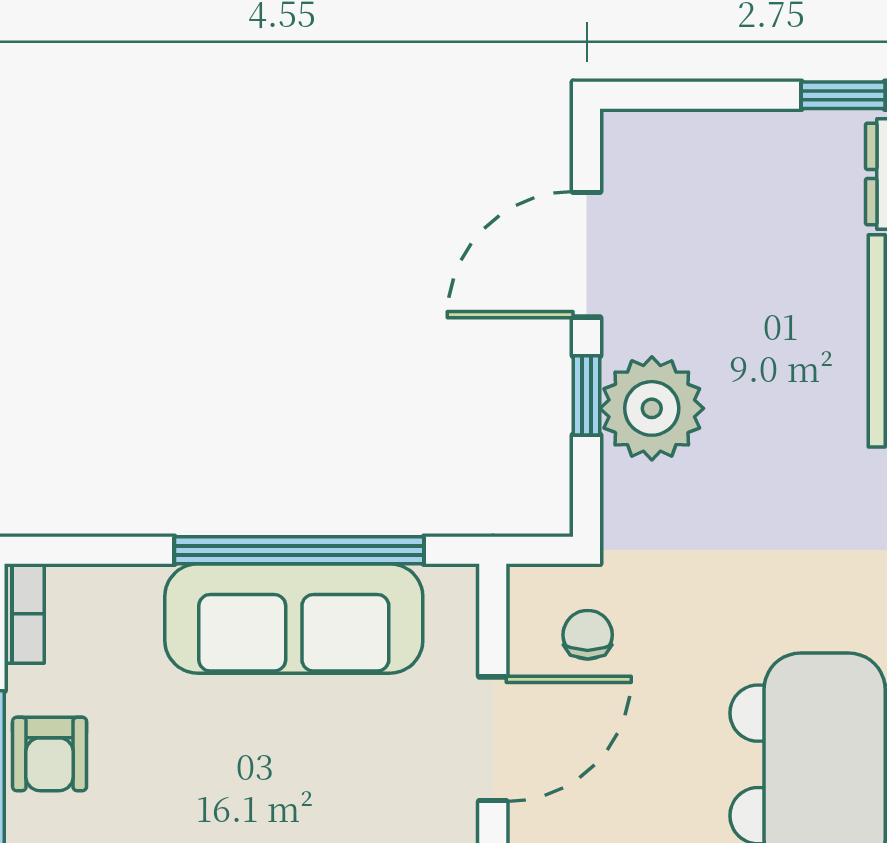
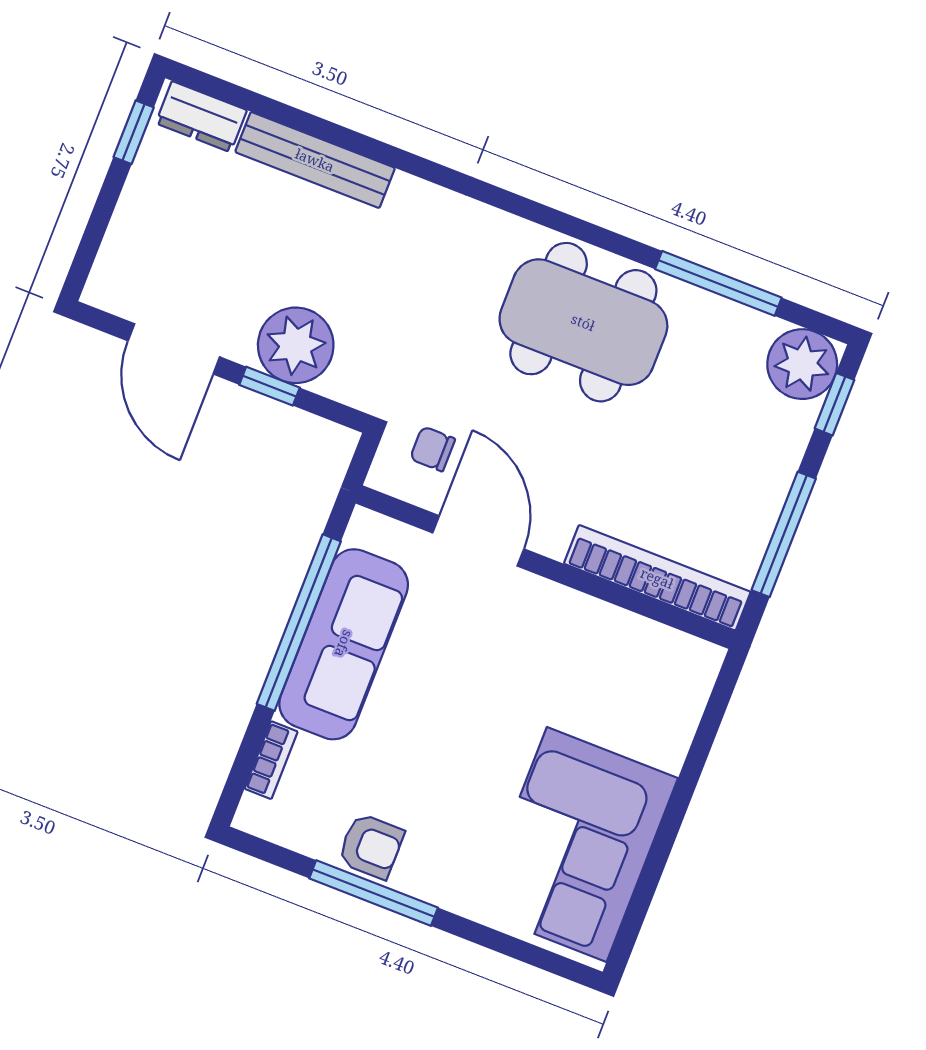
bookcase: (24, 614) -> (271, 760), moved, turned 90

